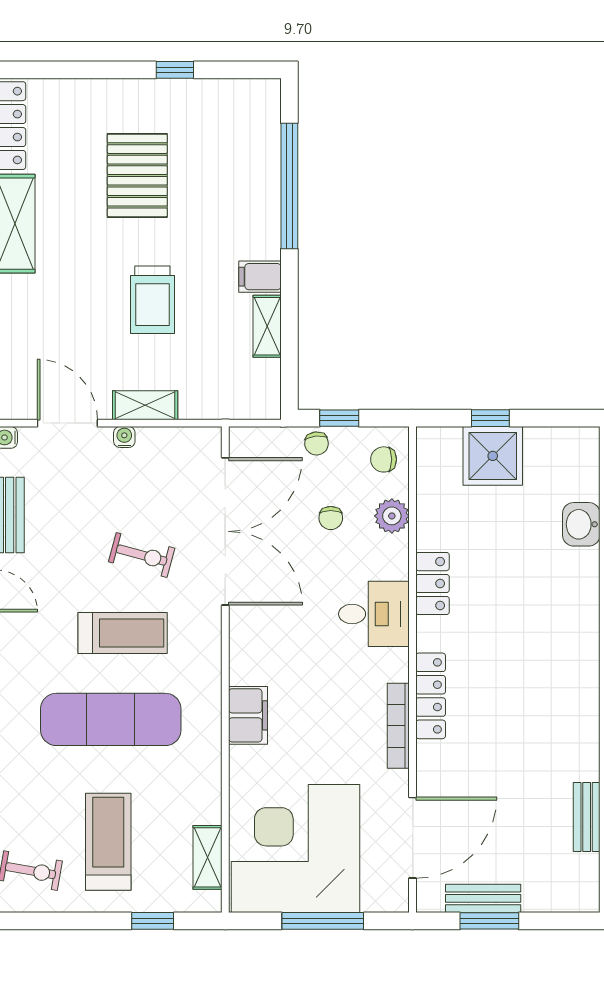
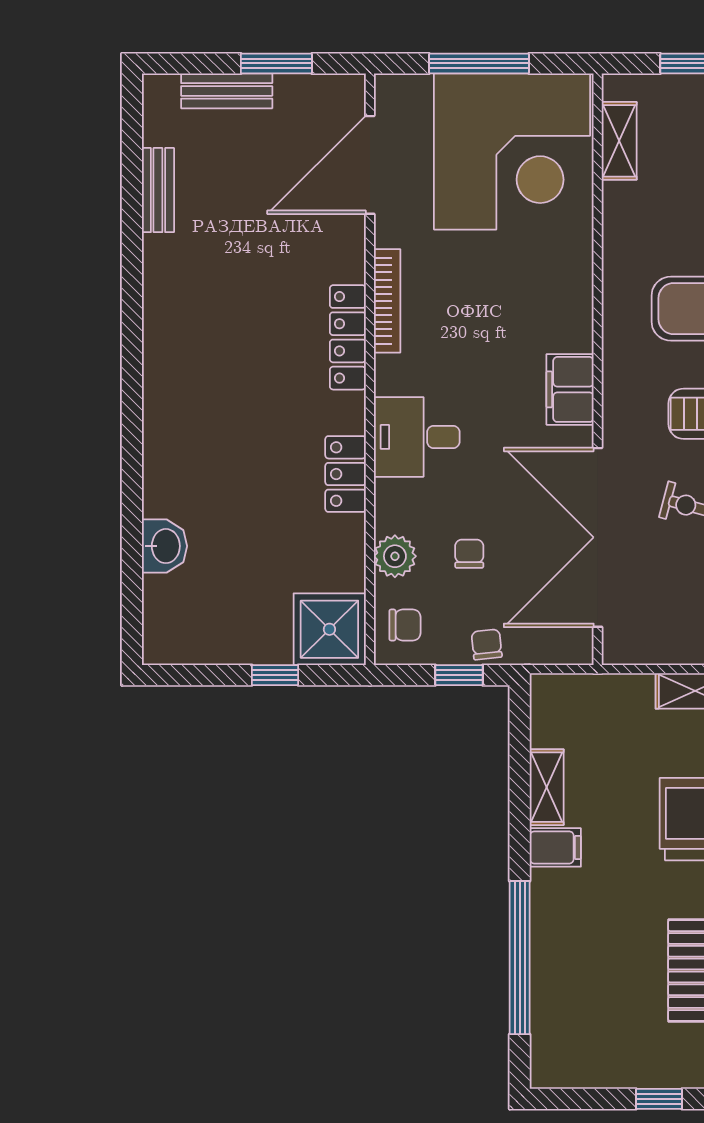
shower: (493, 456) -> (329, 629), moved
filing cabinet: (248, 715) -> (570, 389), moved
bench: (483, 898) -> (227, 91), moved

